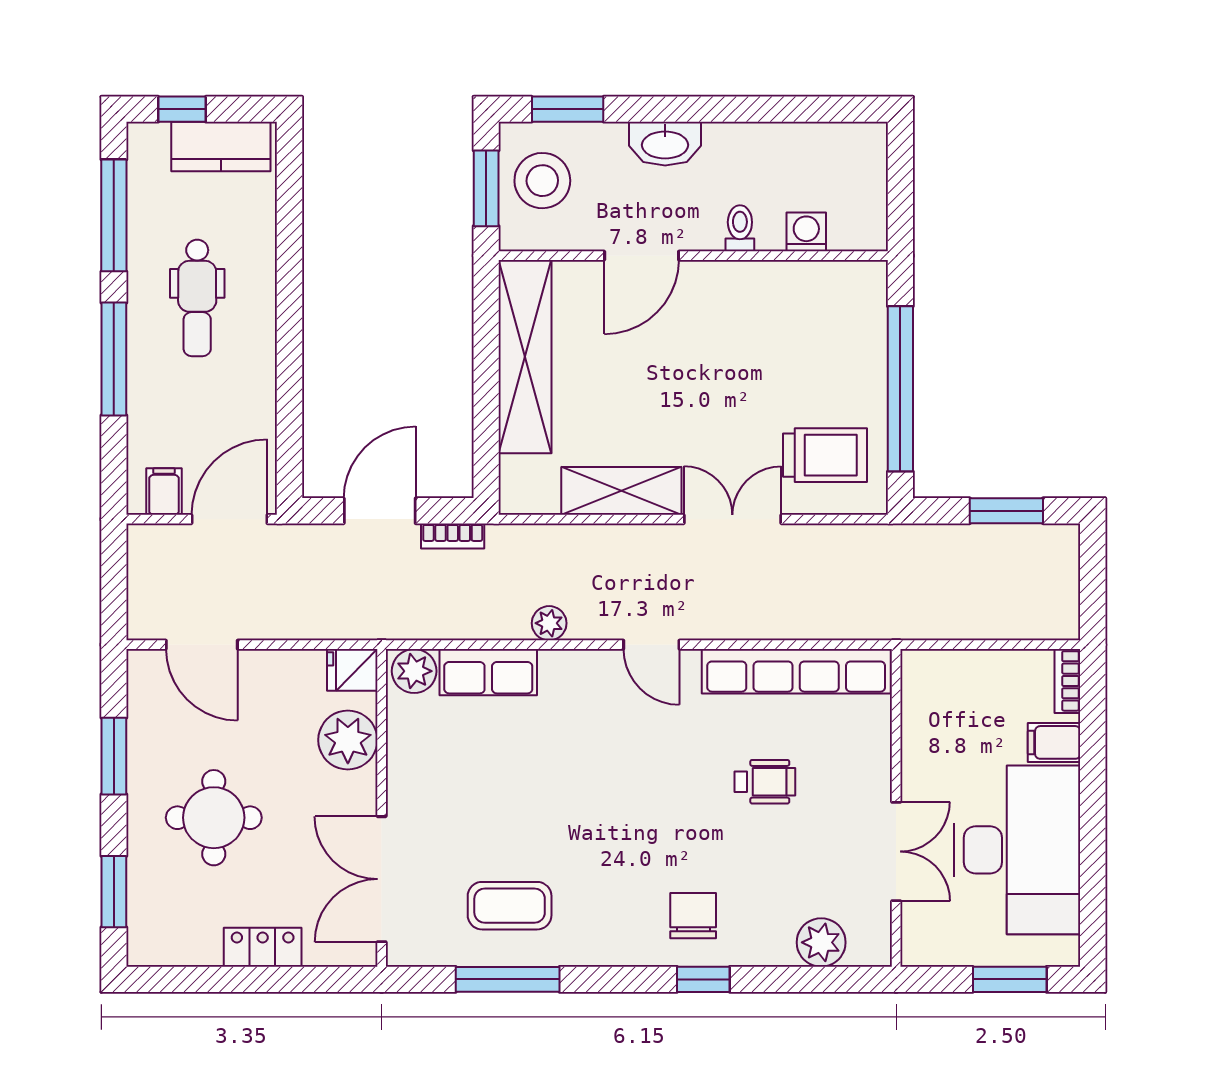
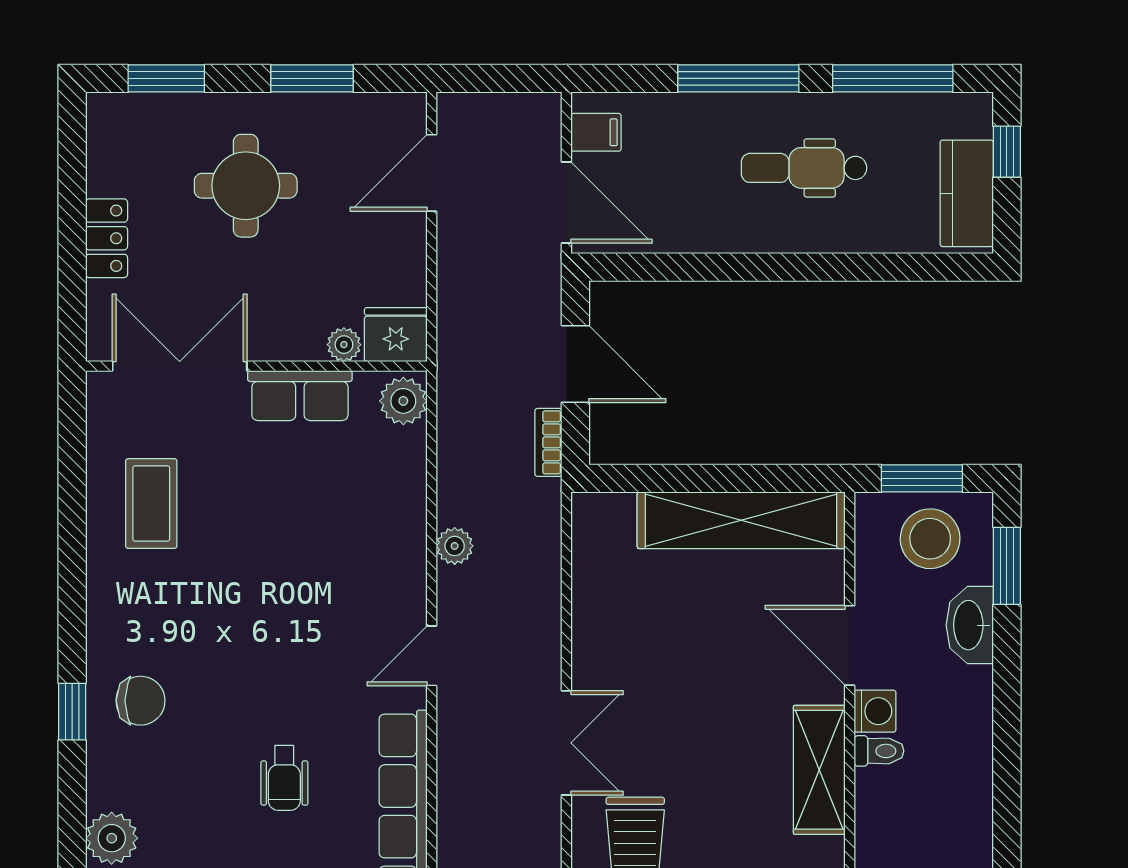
washbasin: (665, 144) -> (970, 625), moved
washing machine: (806, 232) -> (875, 711), moved
shelving: (621, 491) -> (819, 770), moved
fridge: (352, 670) -> (396, 335), width x1.38
row of seats: (488, 672) -> (300, 396), moved, turned -90
plant: (348, 740) -> (344, 345), width x0.53, depth x0.53
window: (508, 979) -> (72, 501), removed

